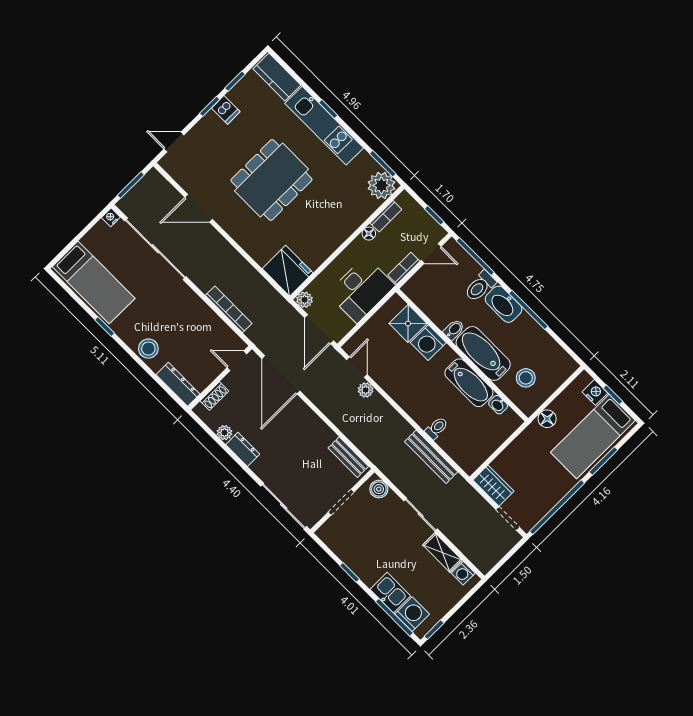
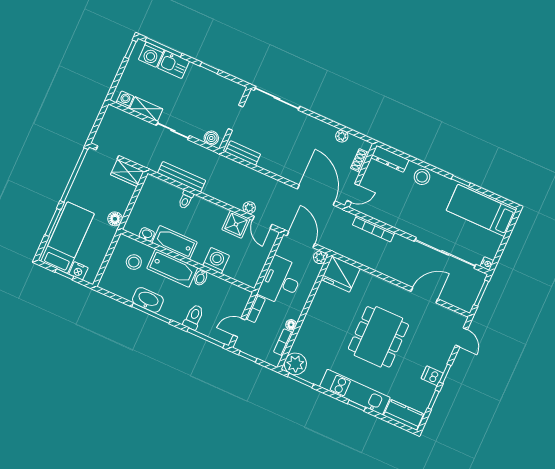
door: (174, 142) -> (462, 337), hinge flipped
washbasin: (503, 304) -> (148, 300), moved
shower: (408, 324) -> (236, 224), moved
floor lamp: (547, 419) -> (115, 219), moved
dresser: (243, 449) -> (323, 129), removed

